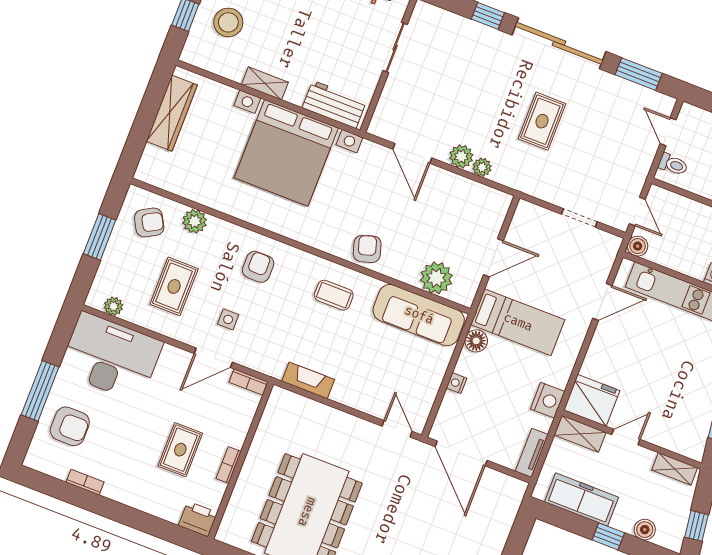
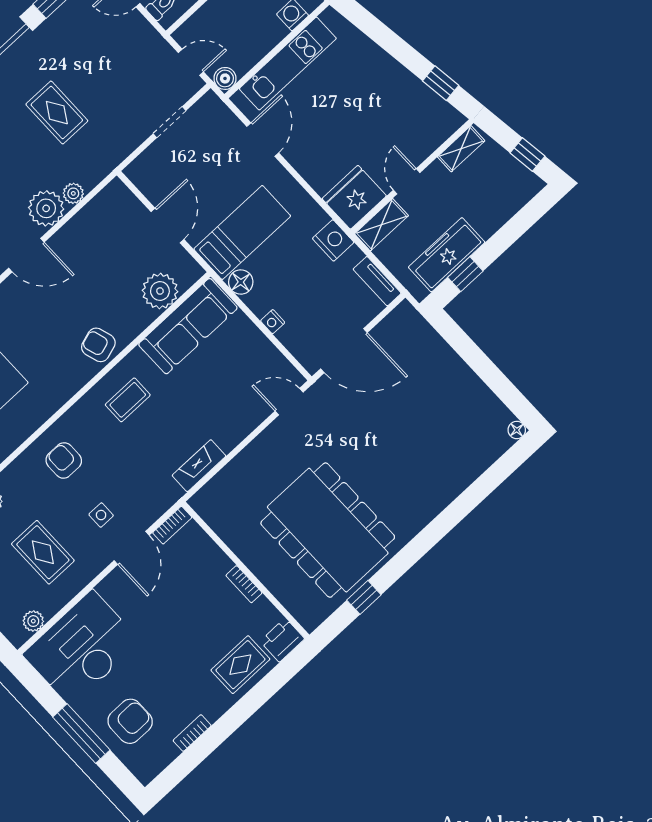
plant: (461, 157) -> (46, 208), width x1.36, depth x1.36
rug: (180, 450) -> (240, 665), moved, turned 90
boiler: (645, 530) -> (506, 207), removed
window: (608, 536) -> (465, 274), moved

